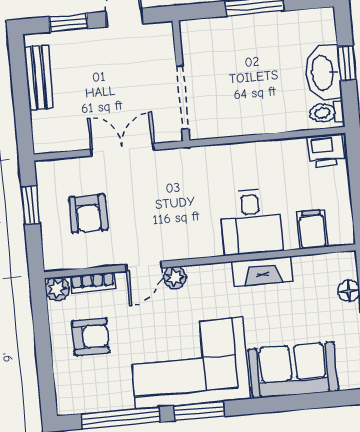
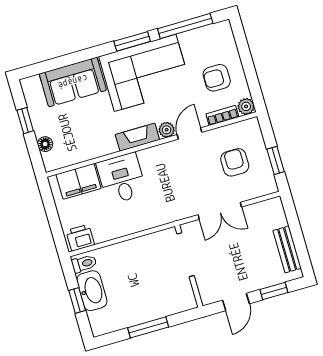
filing cabinet: (312, 229) -> (79, 181), width x2.00
fireplace: (263, 271) -> (137, 137), moved

